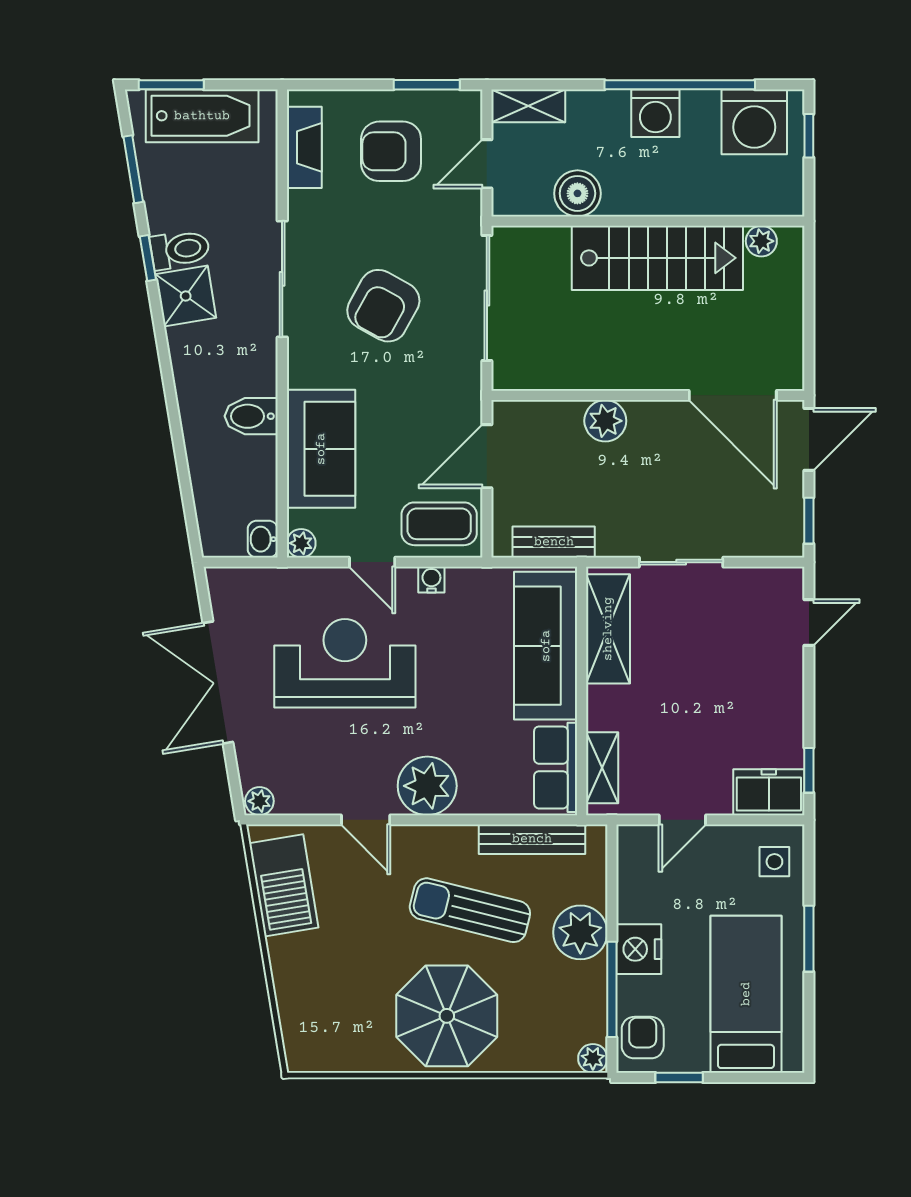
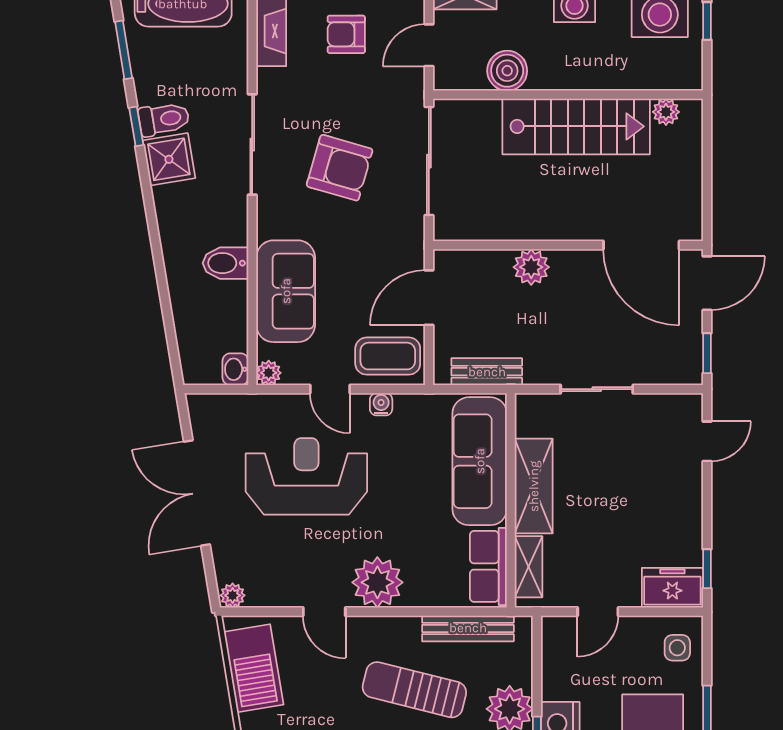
armchair: (391, 151) -> (346, 34), width x0.72, depth x0.72
armchair: (383, 306) -> (340, 168), turned -103
shelving: (608, 629) -> (534, 486), moved

